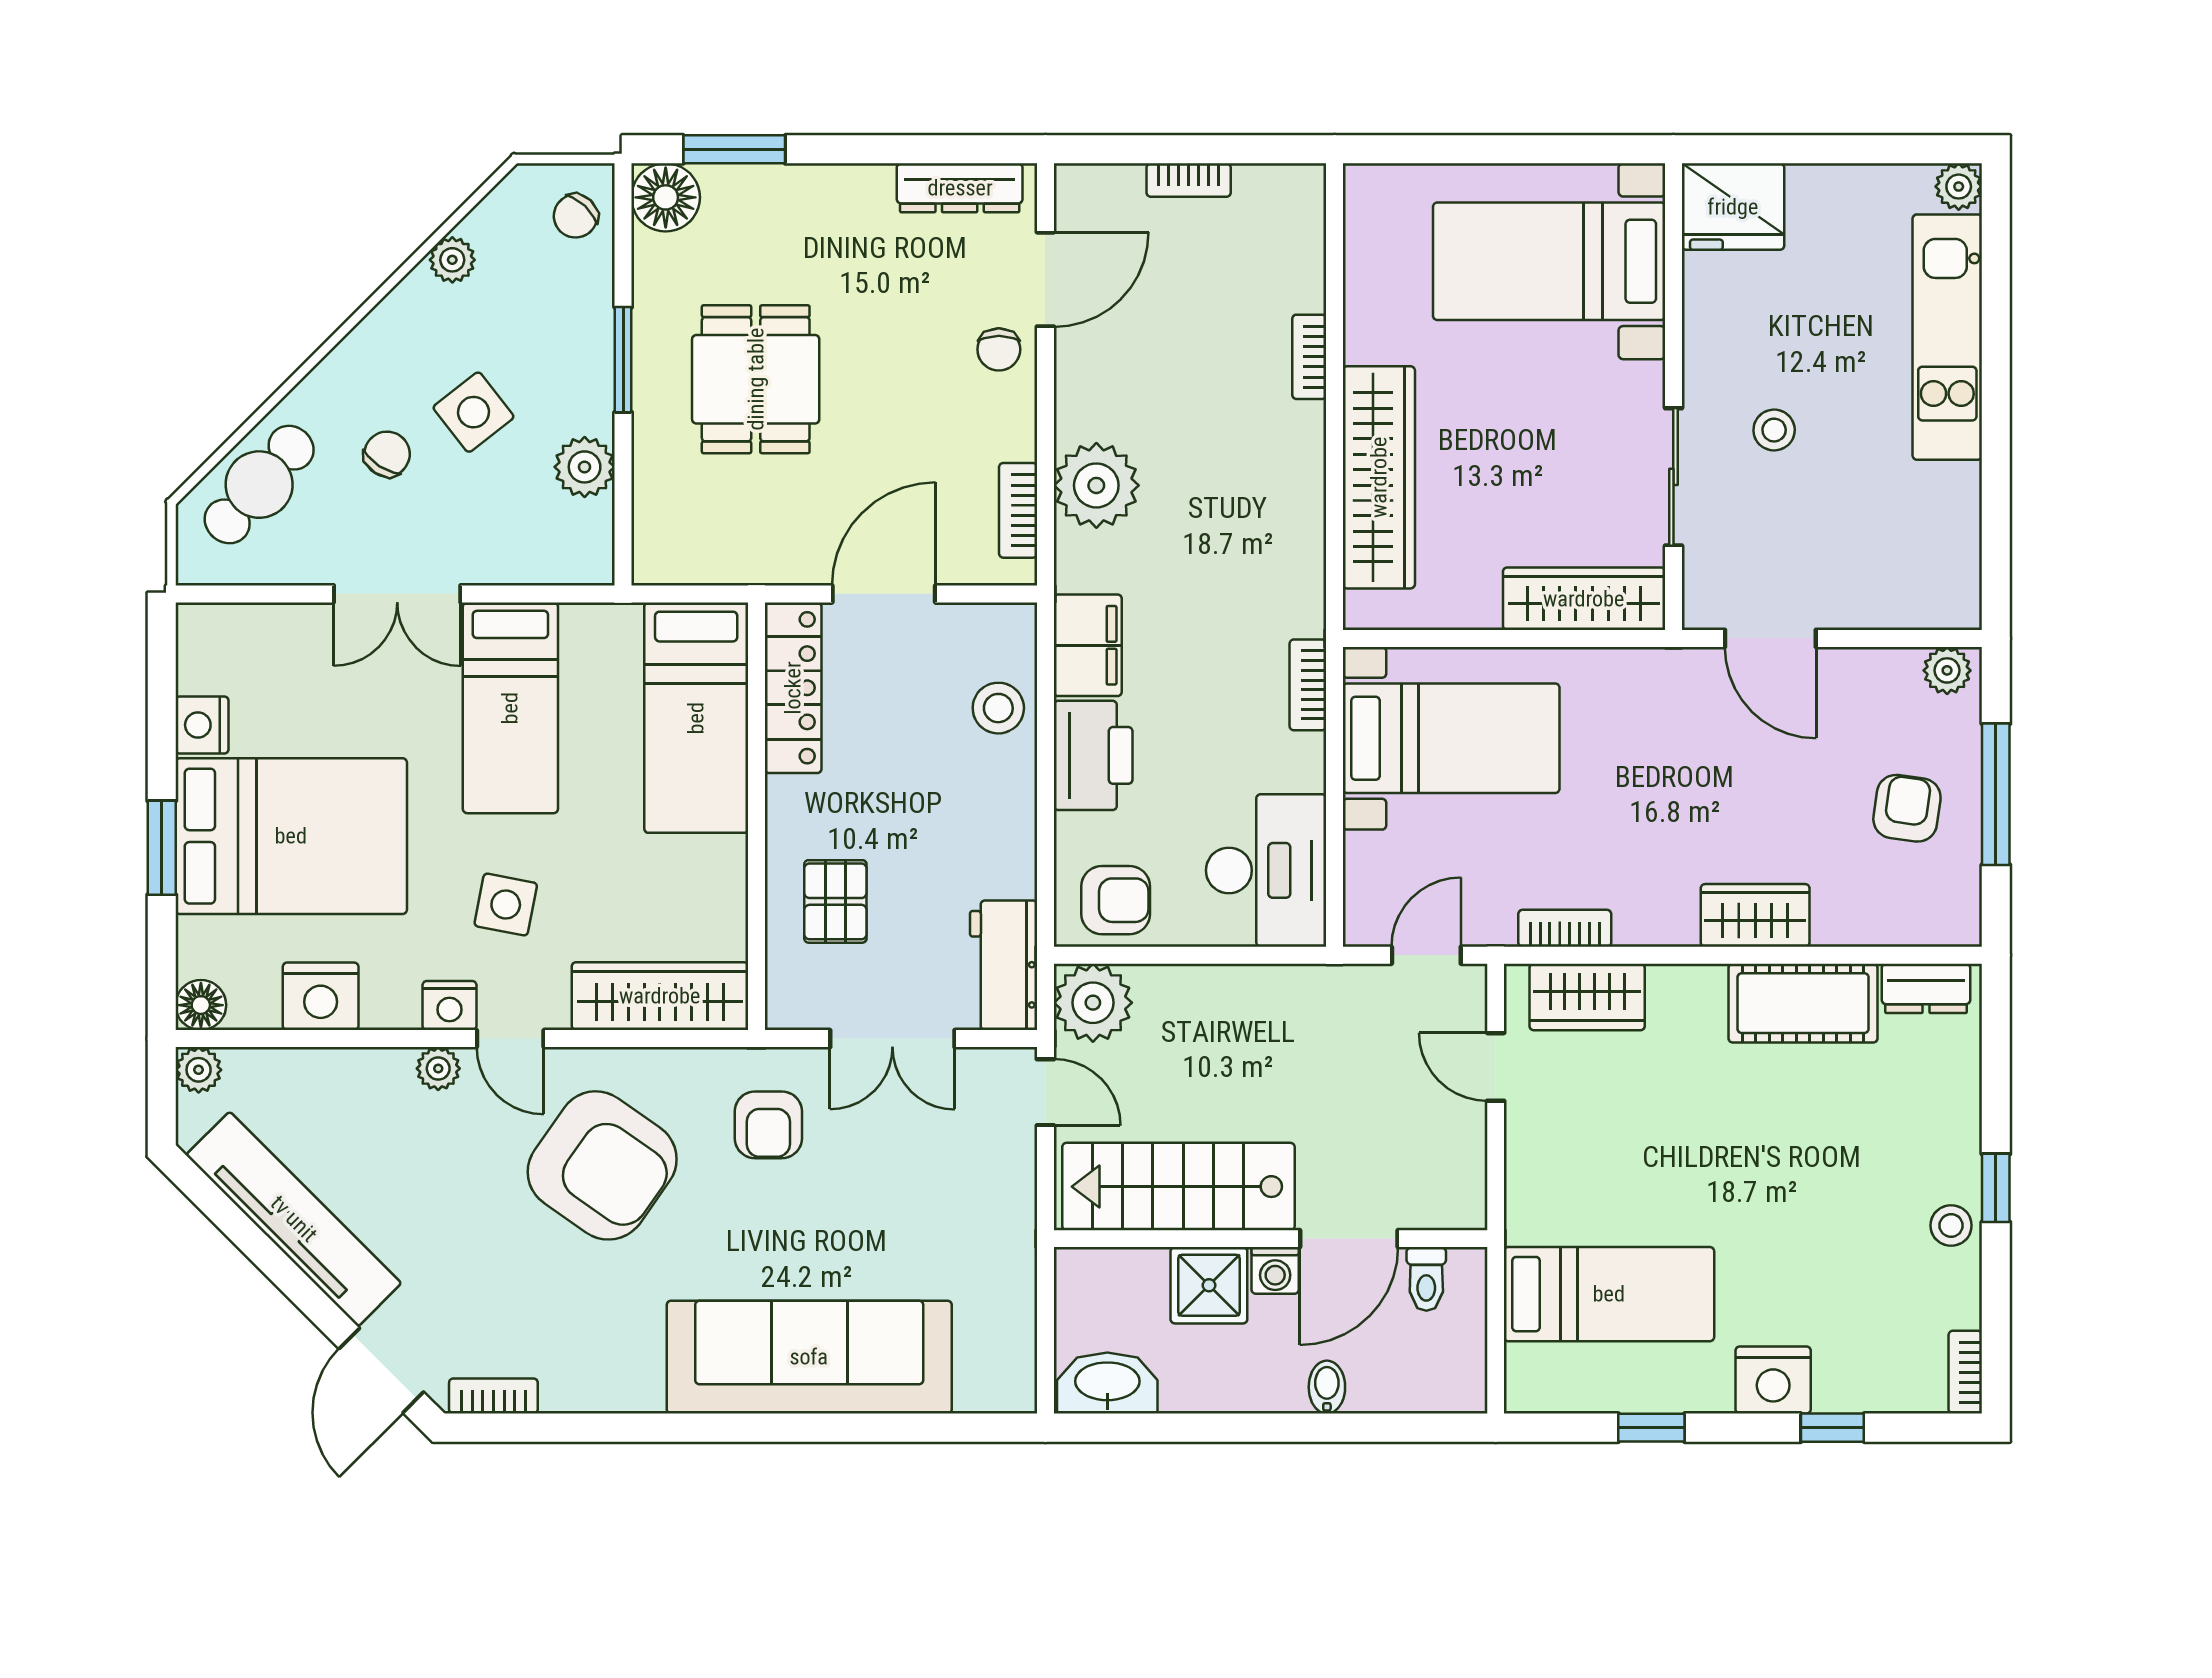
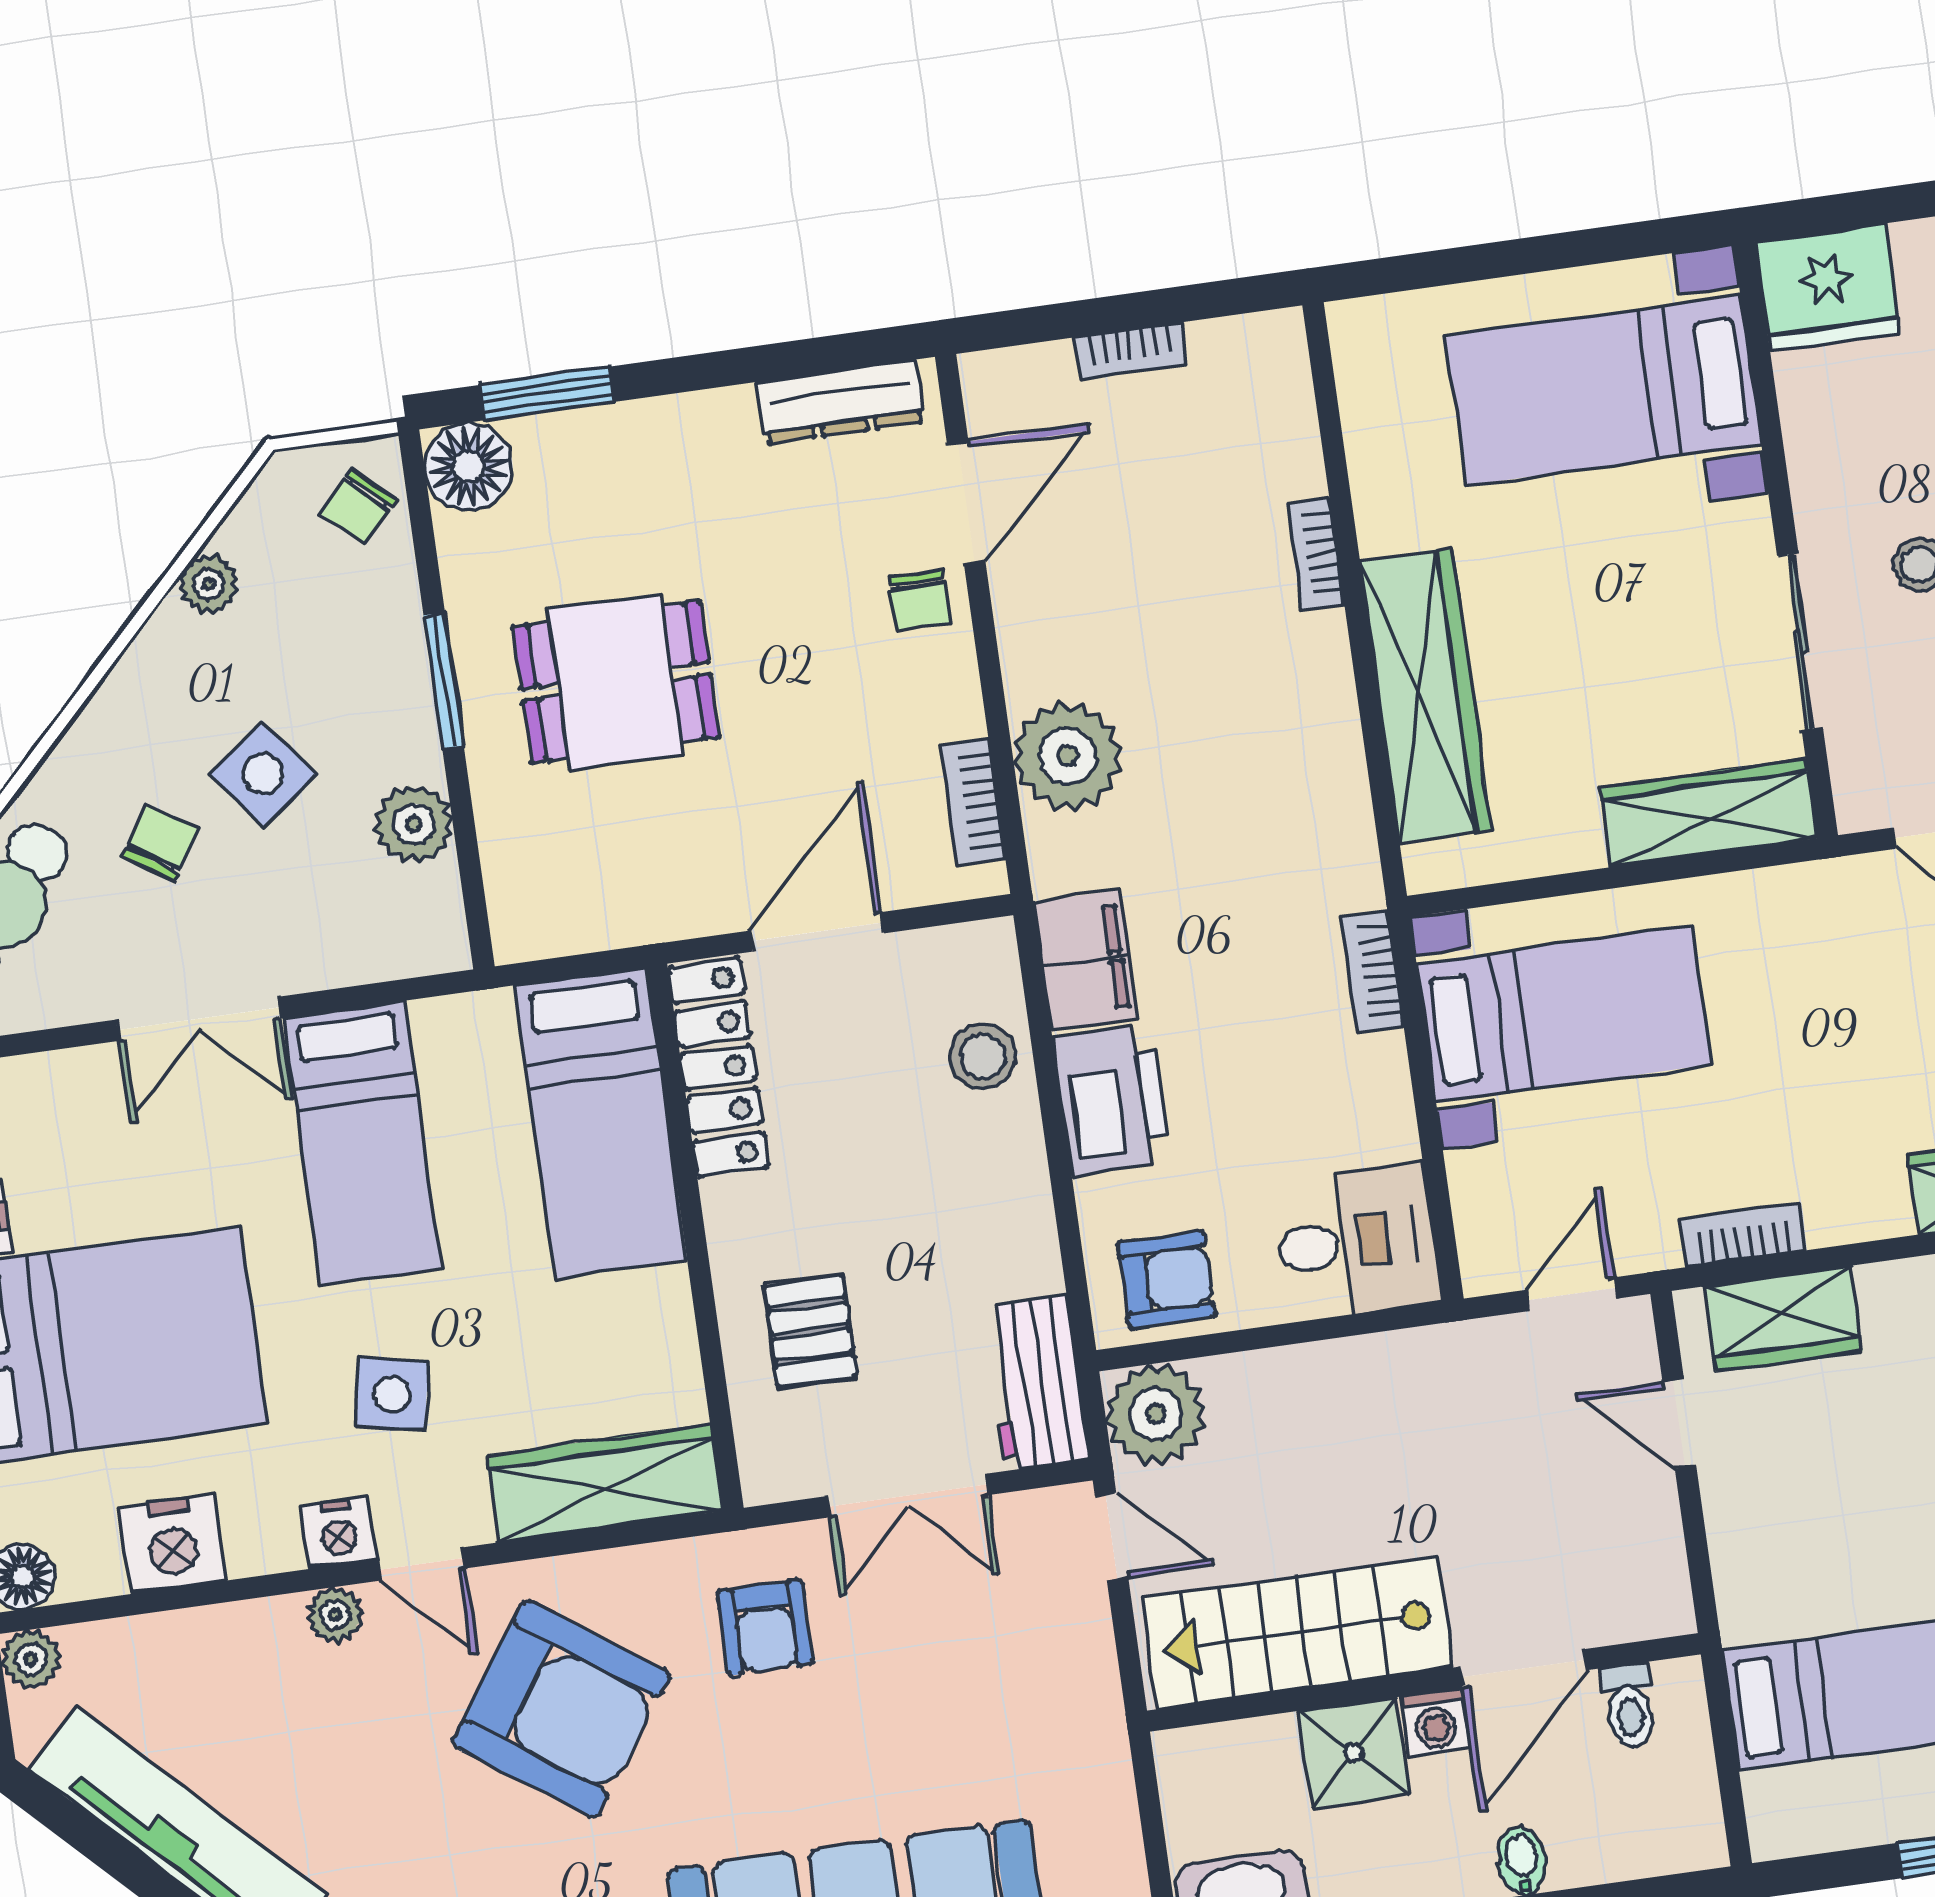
dining table: (756, 379) -> (616, 682), turned 90
desk: (1266, 870) -> (1356, 1241), width x0.73

